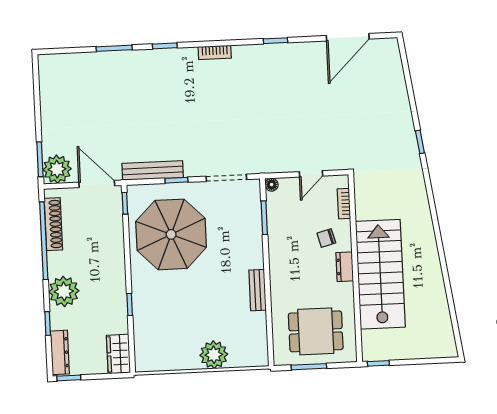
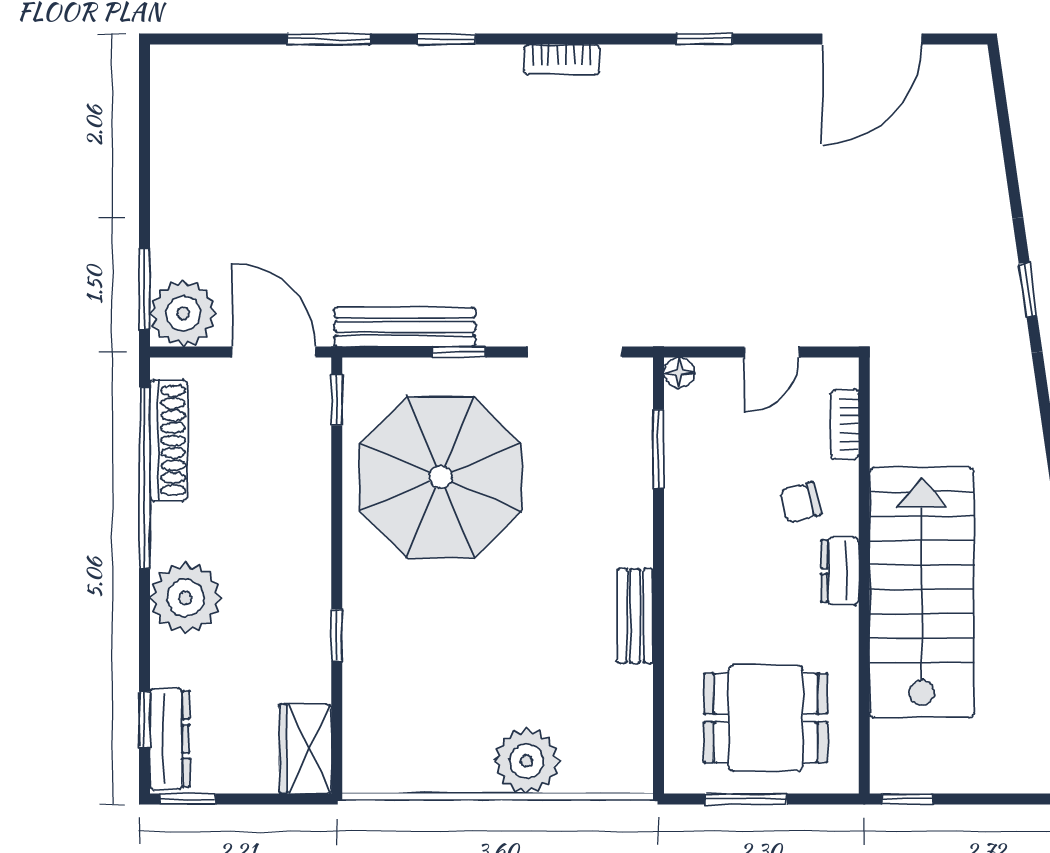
window: (48, 323) -> (144, 719), moved

